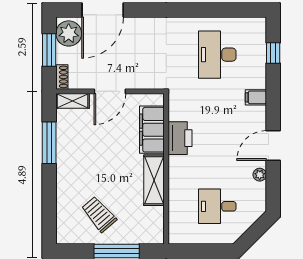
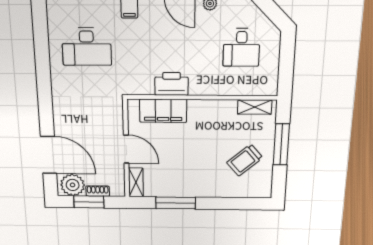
shoe rack: (62, 77) -> (98, 191), moved
shelving: (154, 180) -> (255, 107), moved, width x0.67, depth x0.75

